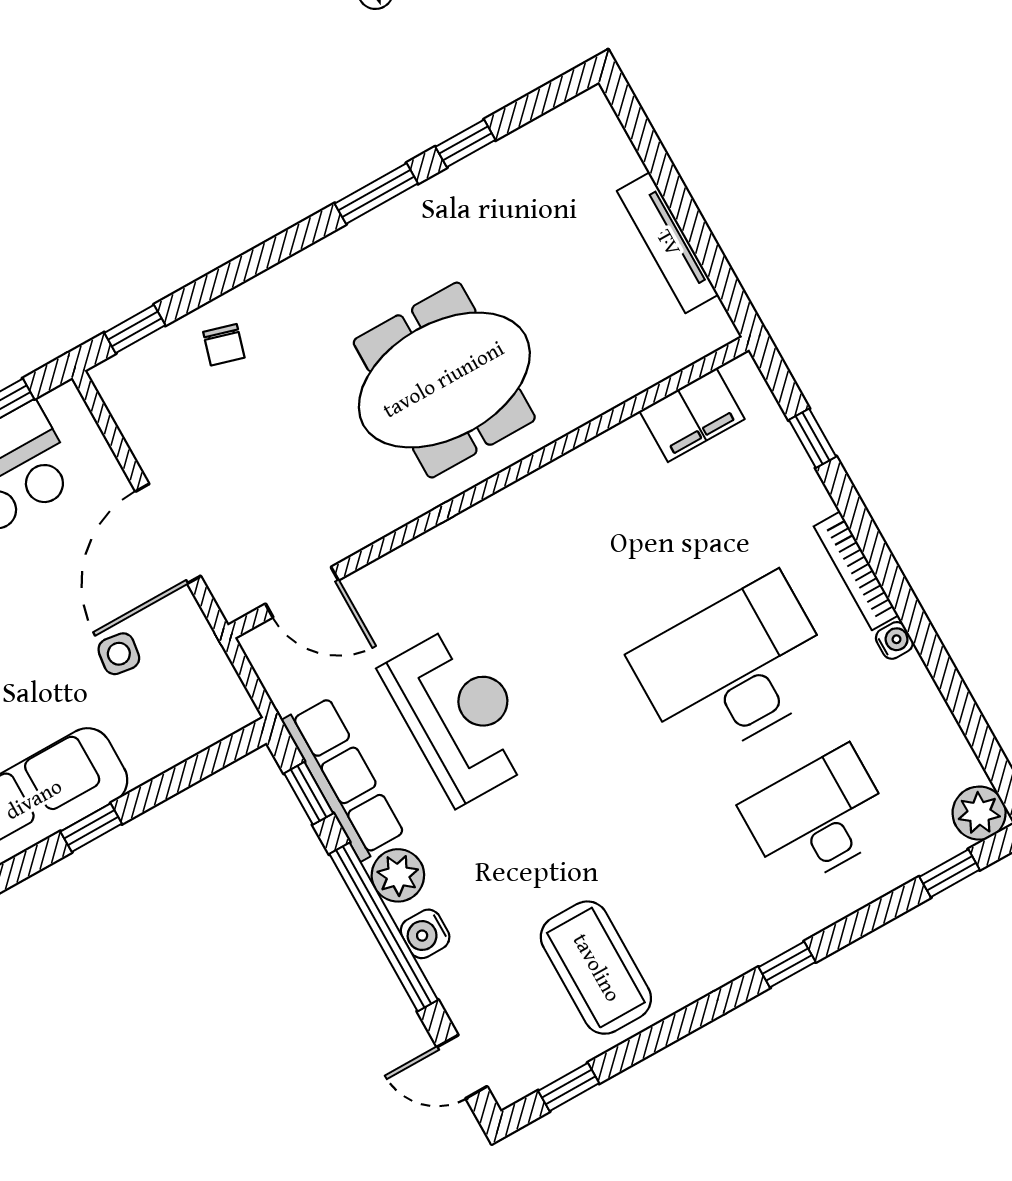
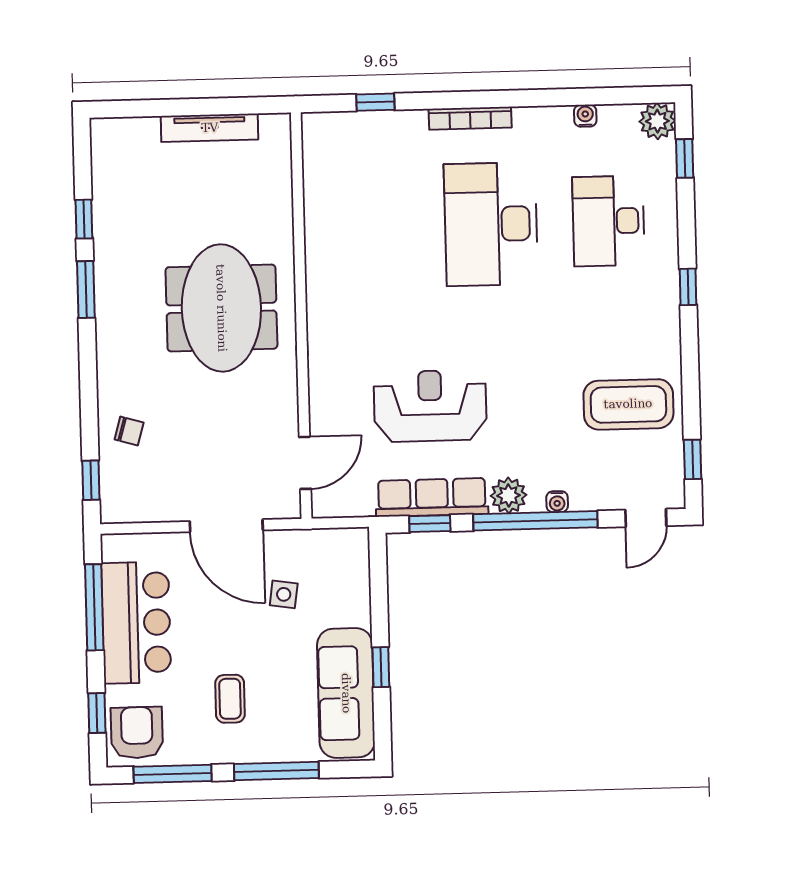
filing cabinet: (692, 415) -> (322, 168), removed
water cooler: (894, 640) -> (585, 116), moved
water cooler: (425, 934) -> (557, 502), width x0.72, depth x0.72

